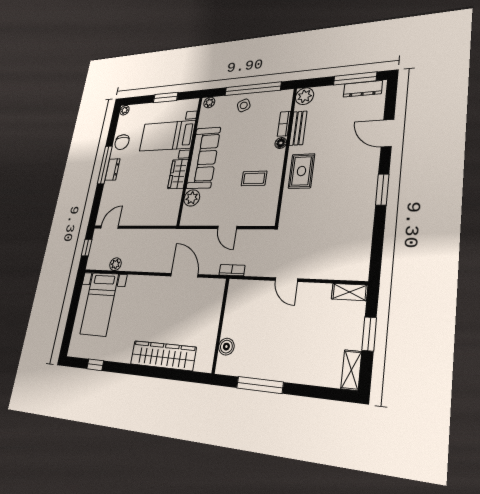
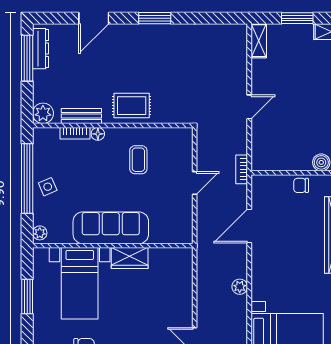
plant: (192, 198) -> (160, 234), removed
plant: (116, 264) -> (240, 287), moved
chair: (210, 325) -> (301, 185), added

